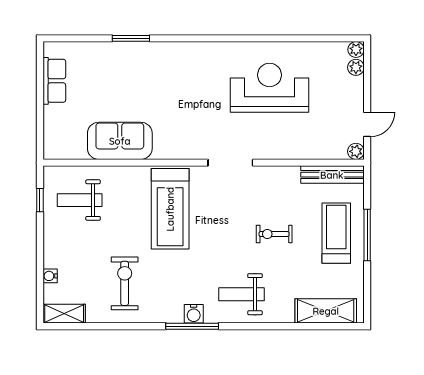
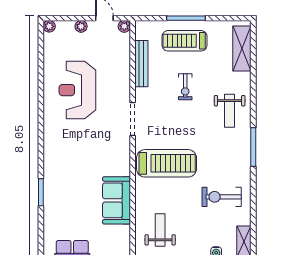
plant: (356, 67) -> (81, 26), moved
bench: (332, 175) -> (141, 64), moved
weight bench: (80, 200) -> (160, 230), turned 180
water cooler: (194, 314) -> (244, 146), removed

